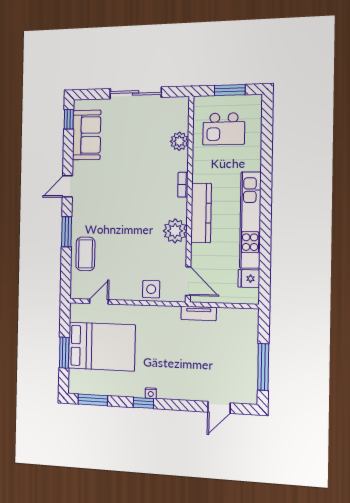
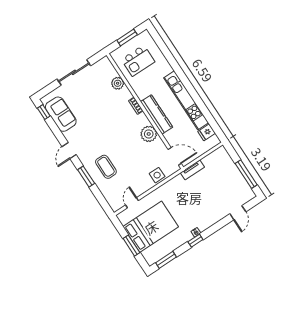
coffee table: (85, 254) -> (106, 167), moved

